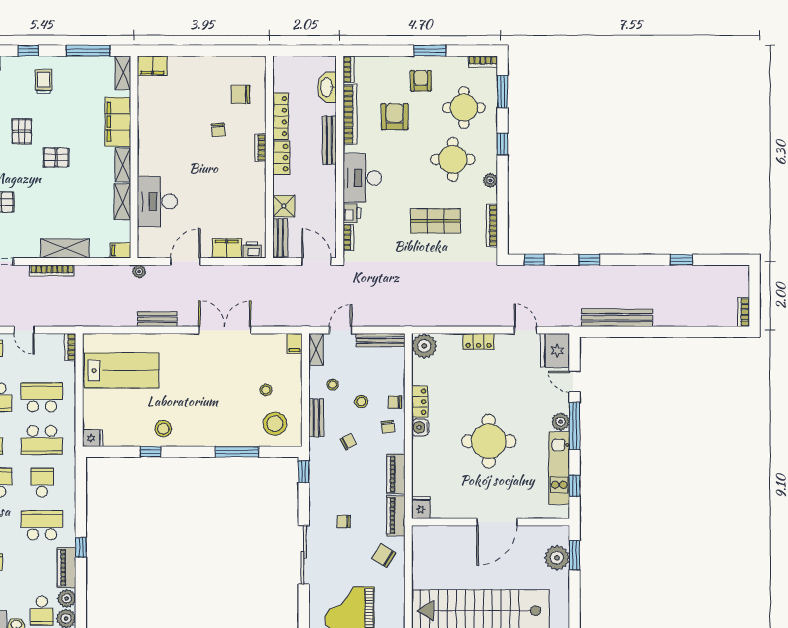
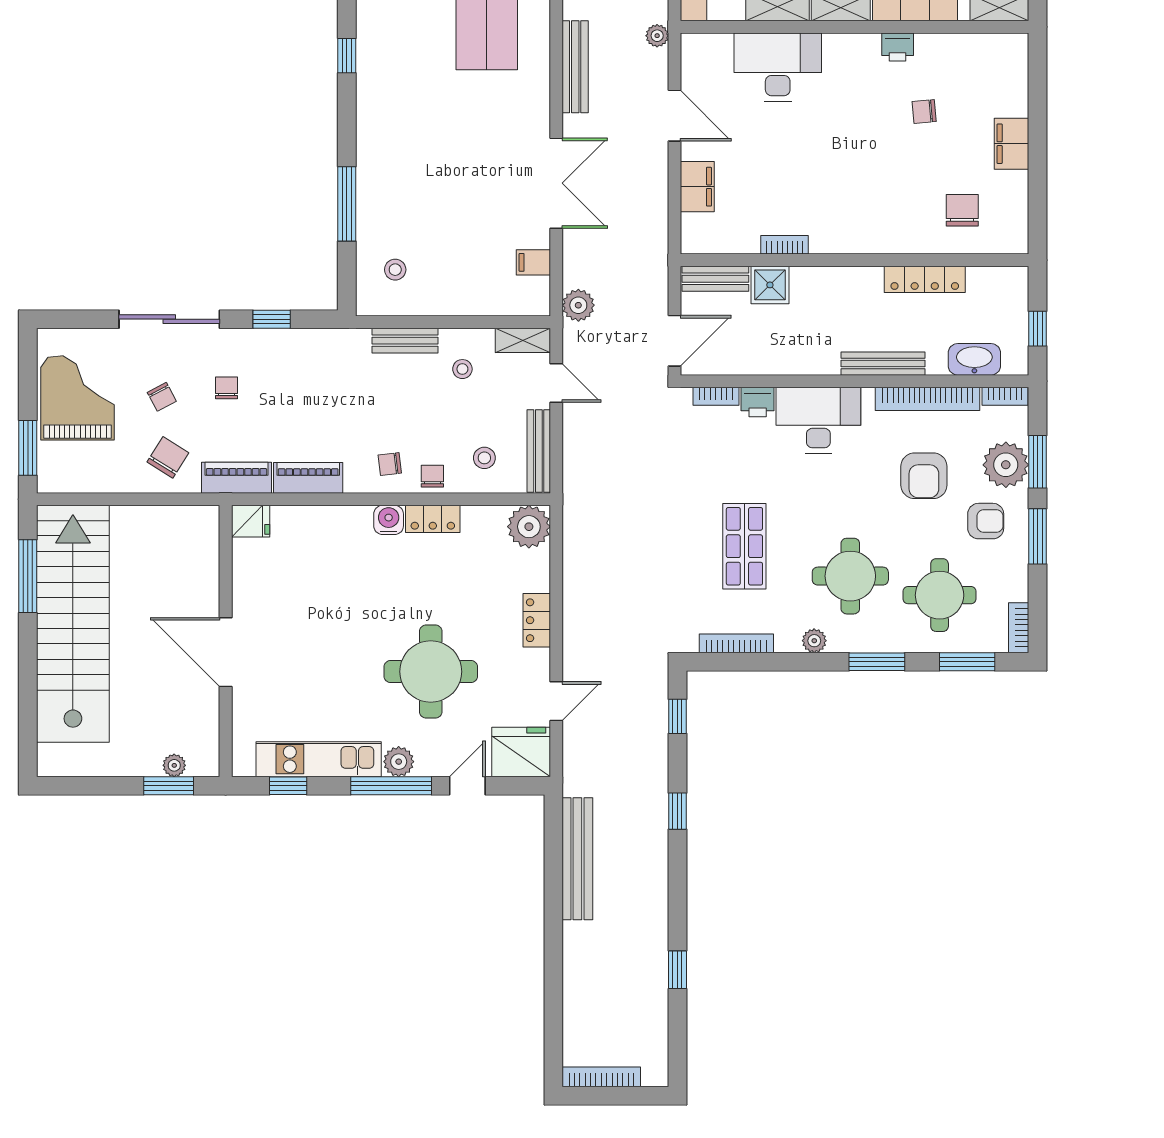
window: (309, 51) -> (1038, 329), added
window: (386, 51) -> (1038, 462), added
filing cabinet: (152, 66) -> (1012, 144), moved
plant: (388, 69) -> (1006, 465), added
armchair: (395, 117) -> (924, 476), turned 90
chair: (218, 130) -> (924, 111), moved
window: (503, 144) -> (877, 662), width x1.50
bookcase: (260, 148) -> (785, 245), moved
locker: (281, 158) -> (853, 281), removed
printer: (252, 250) -> (898, 47), moved, turned 90
bookcase: (744, 312) -> (601, 1077), width x1.56
plant: (296, 317) -> (578, 305), added
bench: (157, 319) -> (575, 67), width x1.36
filing cabinet: (295, 343) -> (533, 262), moved
stool: (266, 390) -> (453, 254), removed
stool: (361, 402) -> (484, 458), moved
stool: (275, 424) -> (395, 270), width x0.53, depth x0.53
stool: (163, 429) -> (387, 77), removed
round table: (489, 441) -> (431, 672), moved
chair: (348, 442) -> (162, 397), moved
window: (304, 472) -> (272, 319), moved
plant: (557, 558) -> (174, 765), width x0.53, depth x0.53

